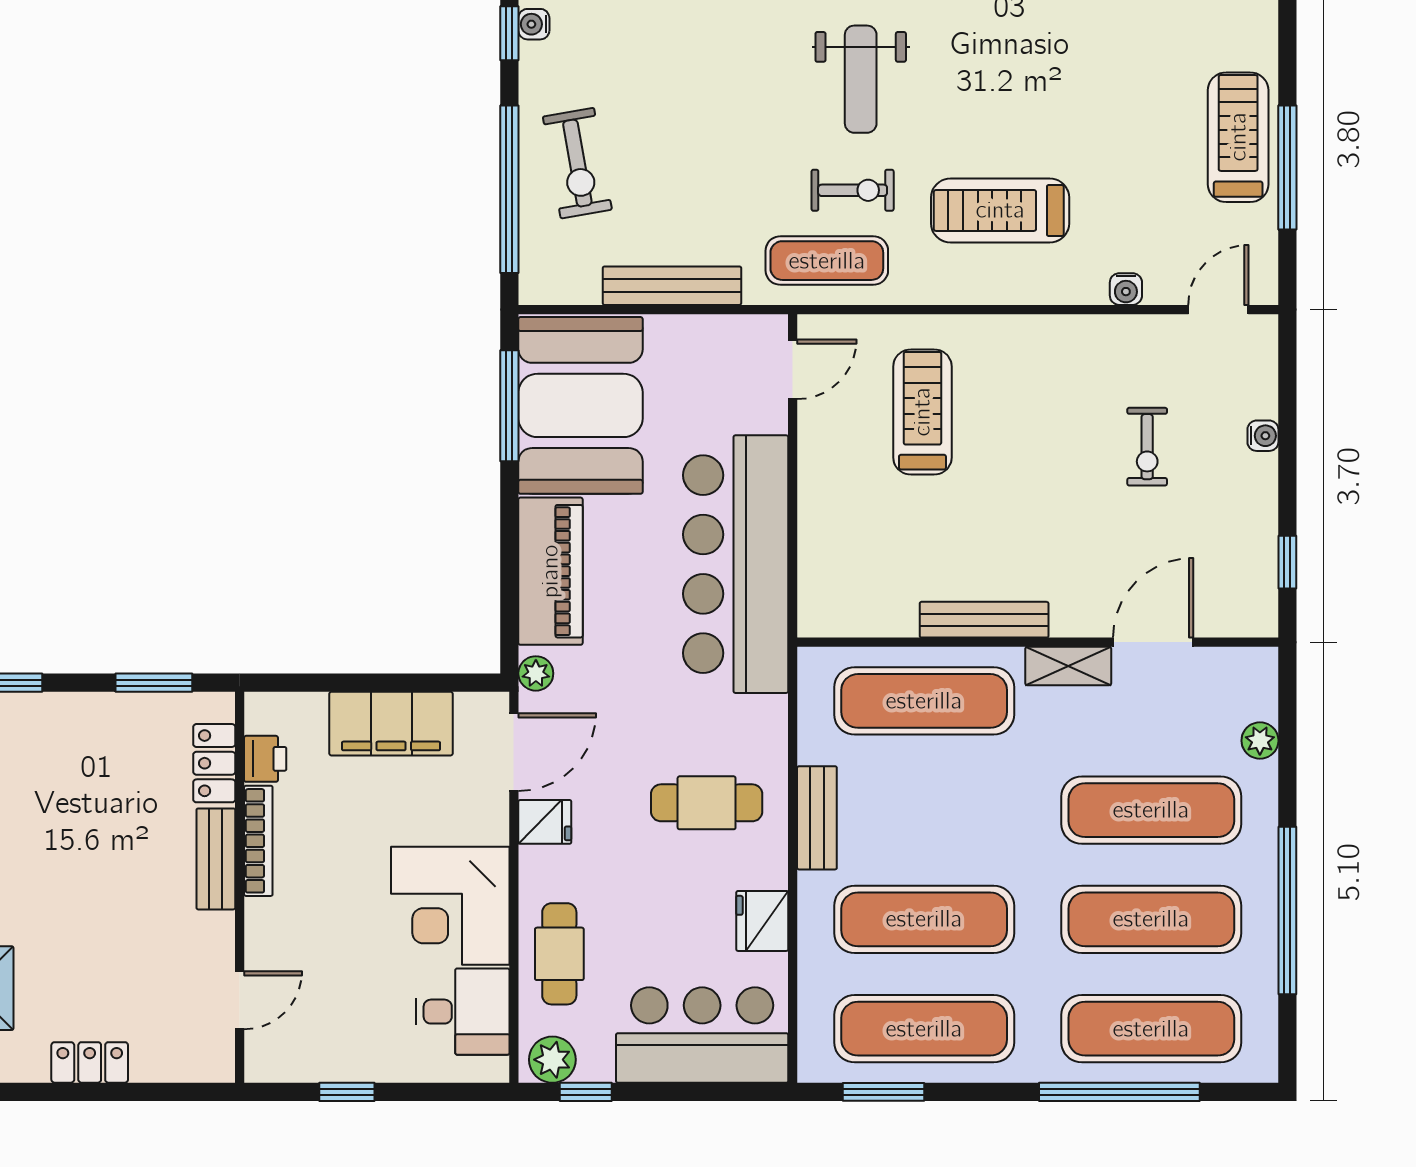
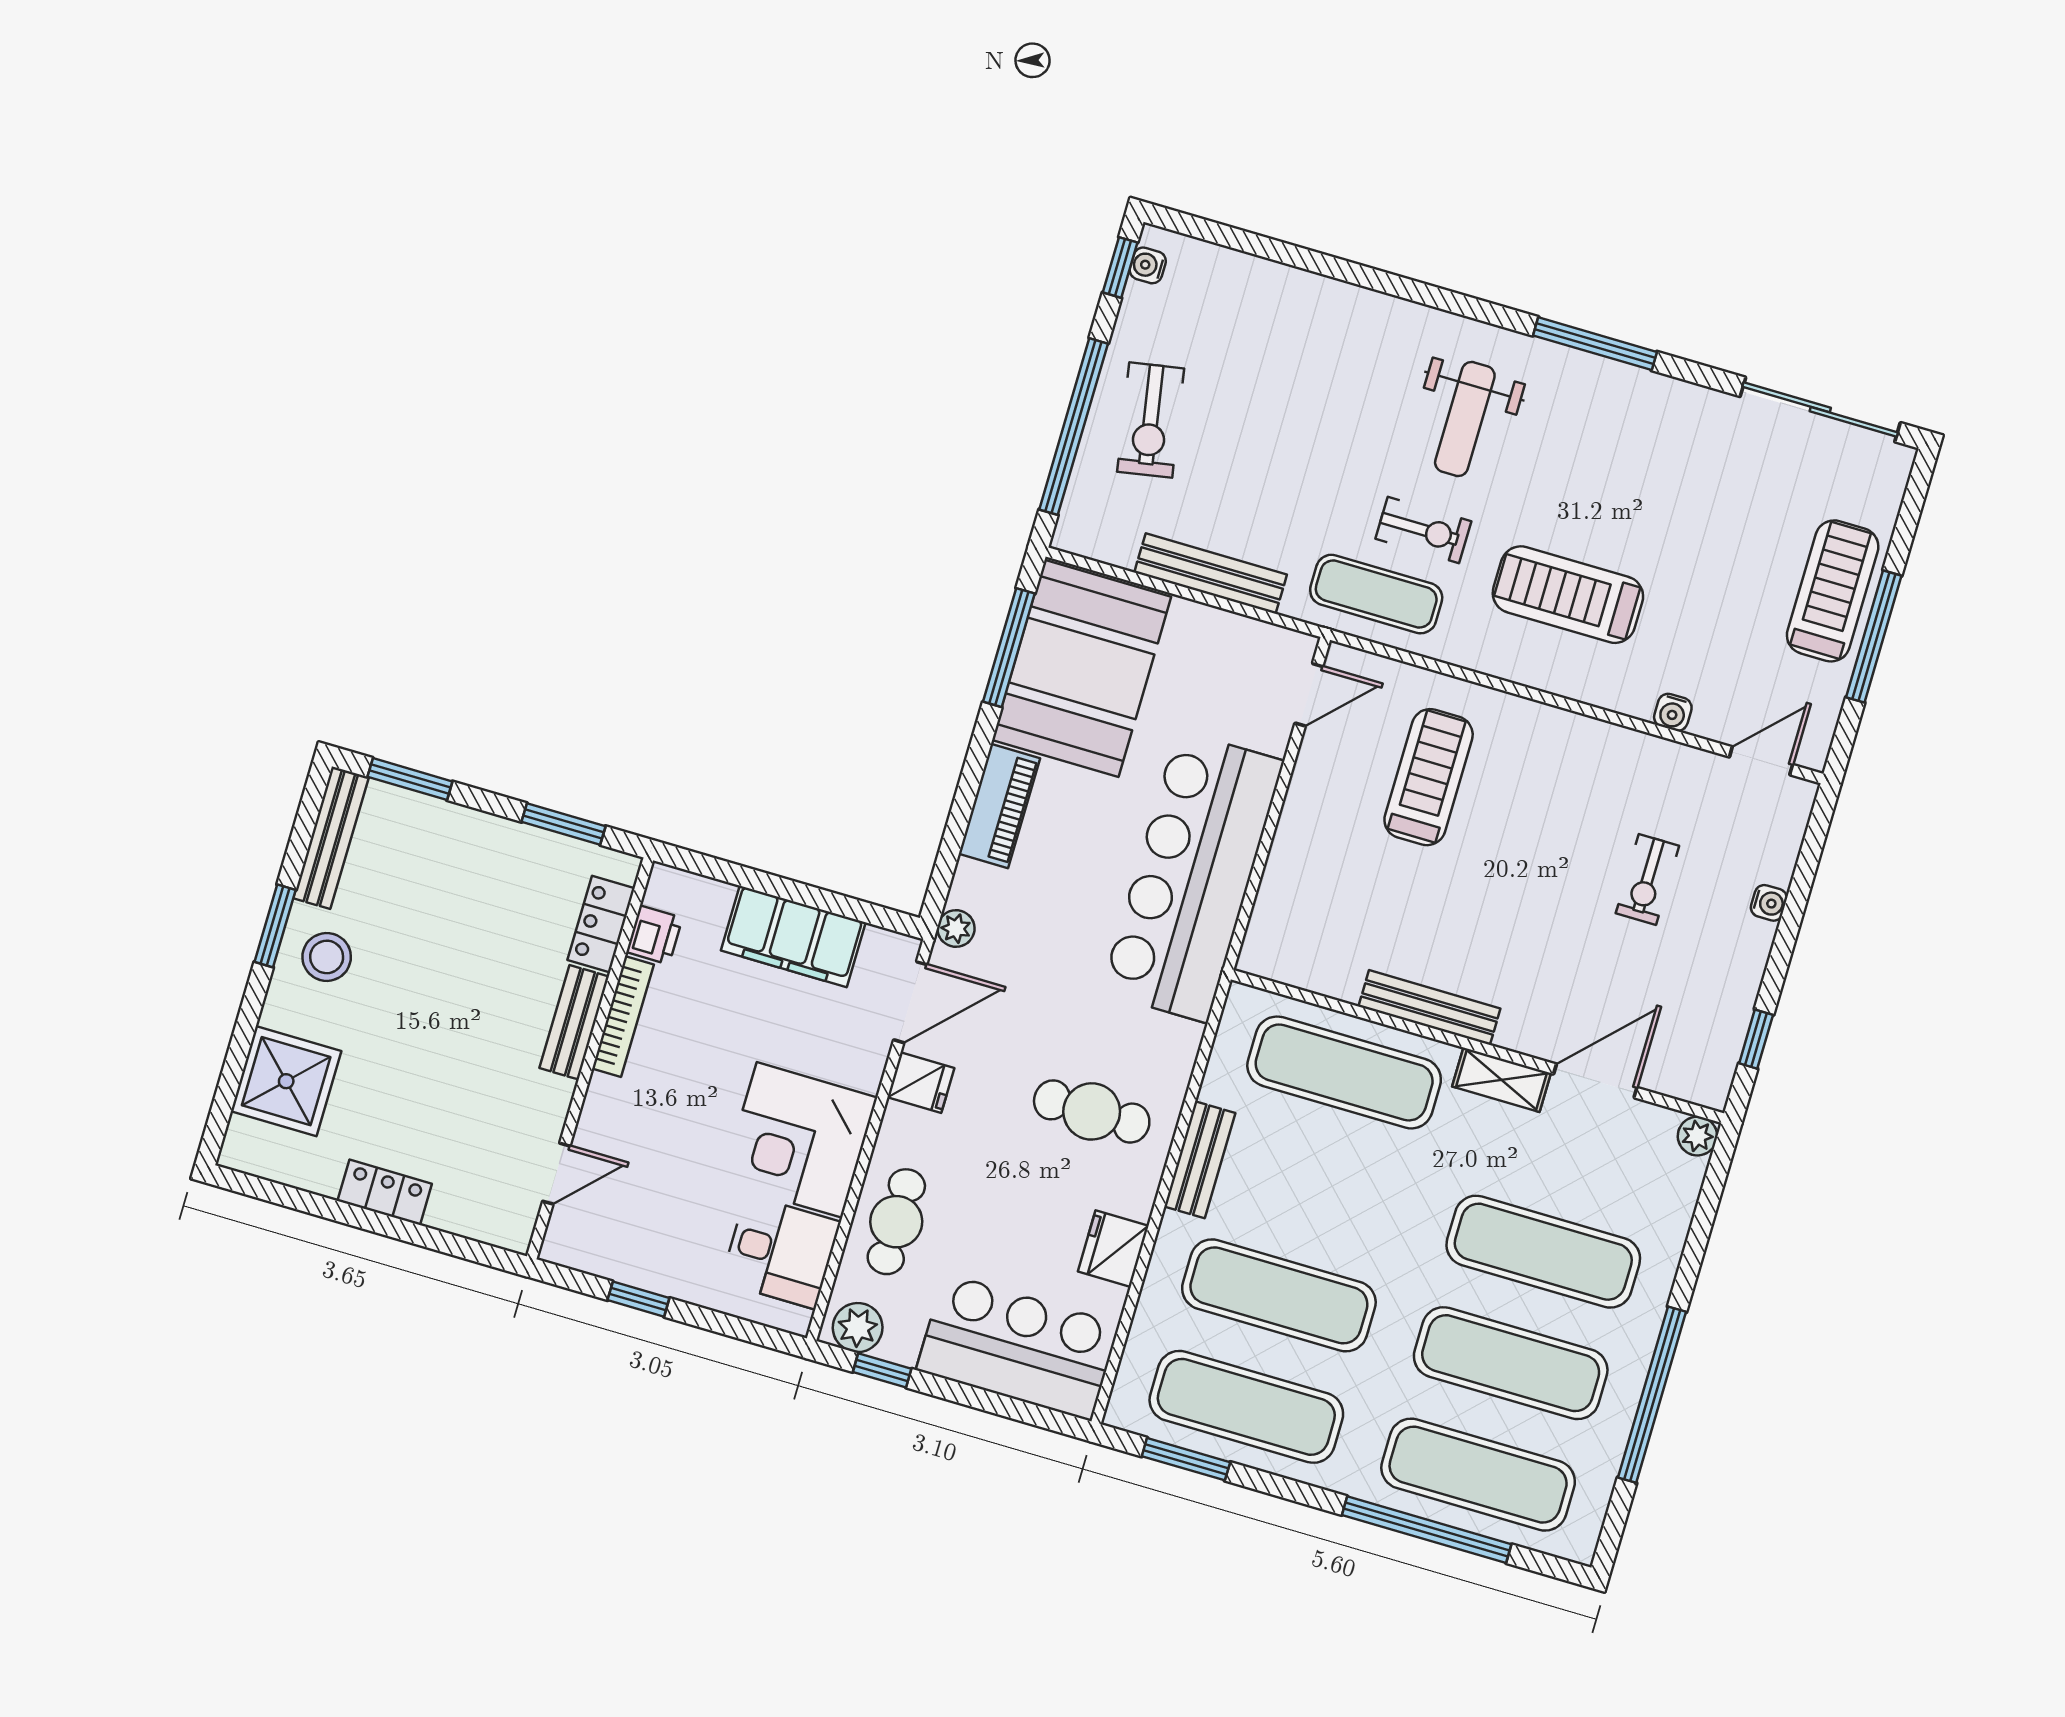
piano: (550, 571) -> (999, 806), width x0.73, depth x0.75
plant: (1260, 741) -> (1697, 1136), moved

